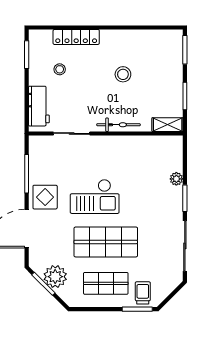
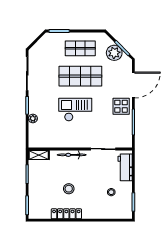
locker: (76, 37) -> (66, 214), moved
checkout: (95, 196) -> (75, 110), moved
trolley: (143, 293) -> (55, 42), removed

